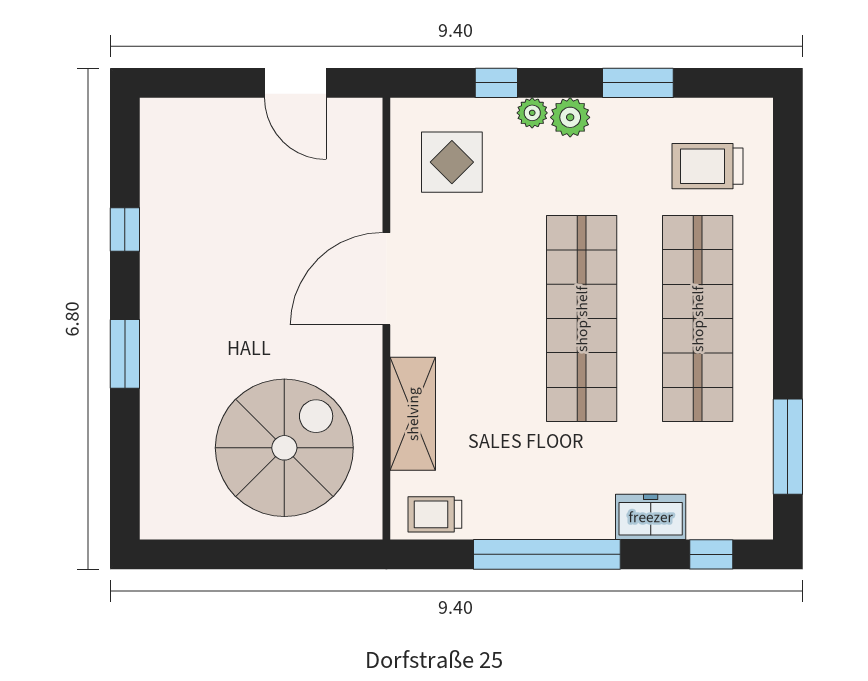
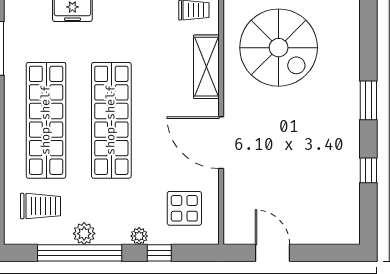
window: (638, 83) -> (80, 253), width x2.11
plant: (570, 117) -> (84, 234), moved
door: (386, 279) -> (221, 143), swing flipped
spiral stairs: (284, 448) -> (279, 48), turned -90

